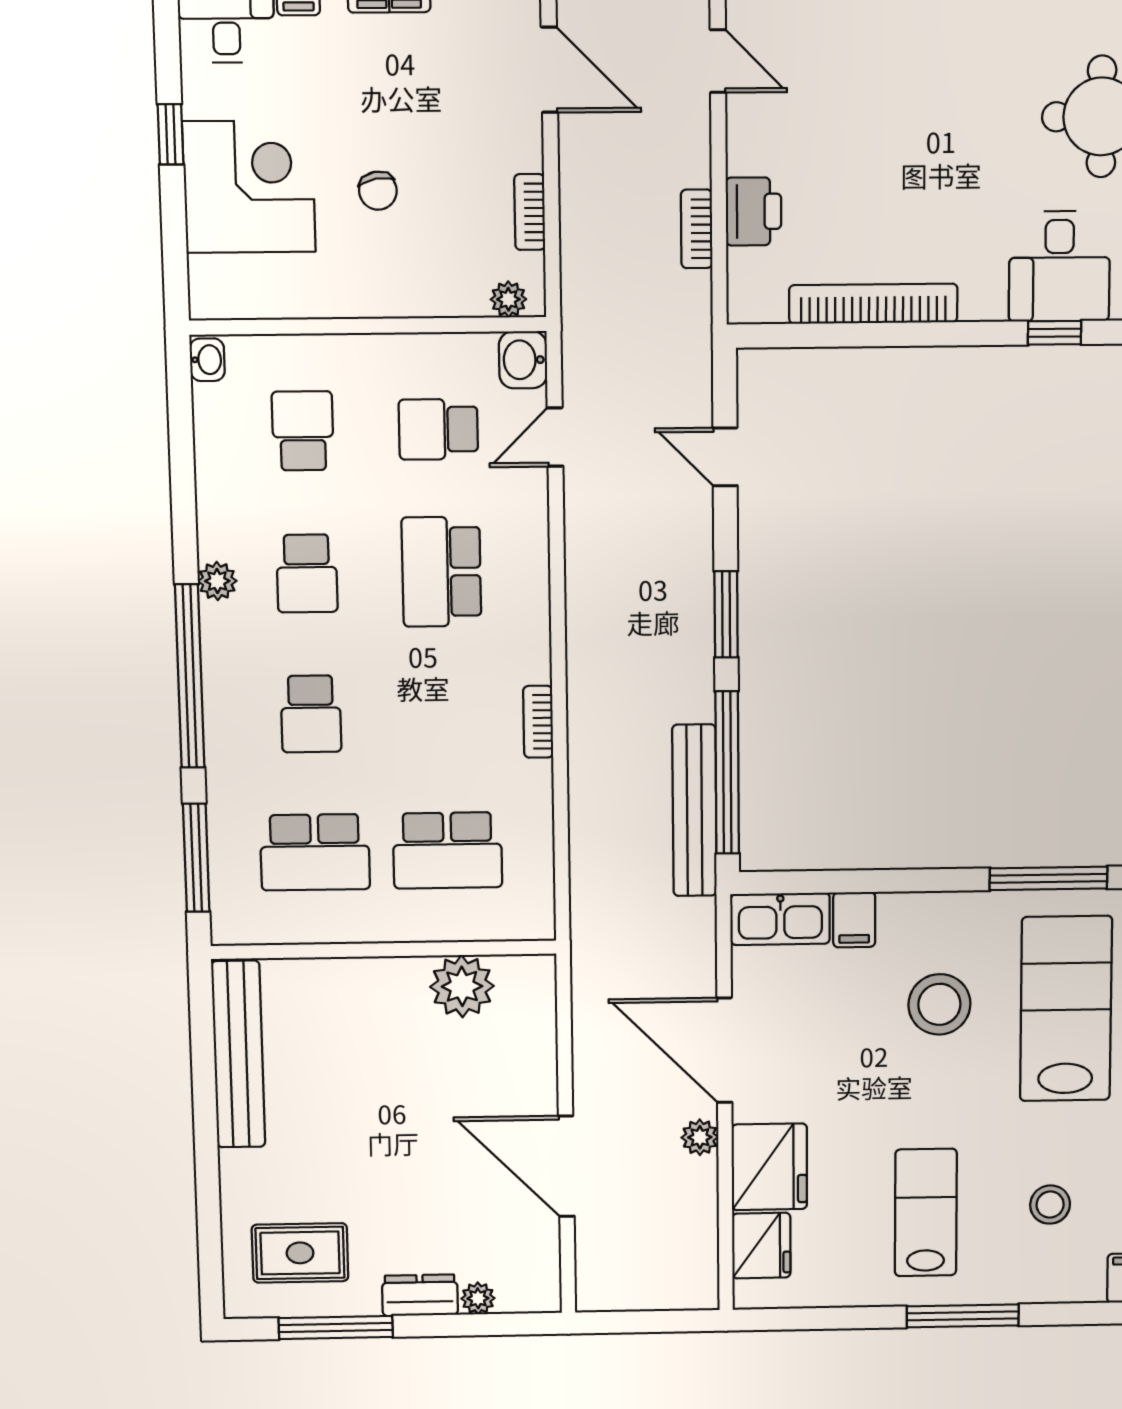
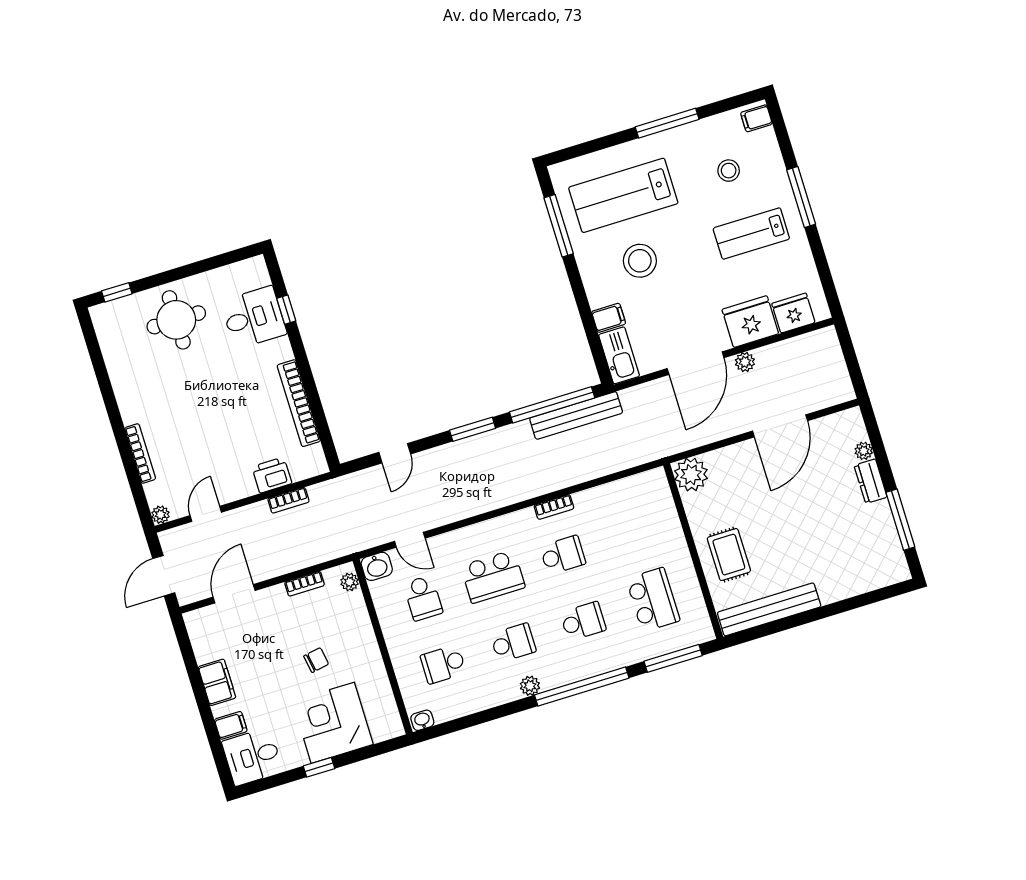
school desk: (447, 850) -> (563, 555), moved, width x0.54
plant: (462, 986) -> (691, 475), moved
rug: (300, 1253) -> (729, 555), moved

